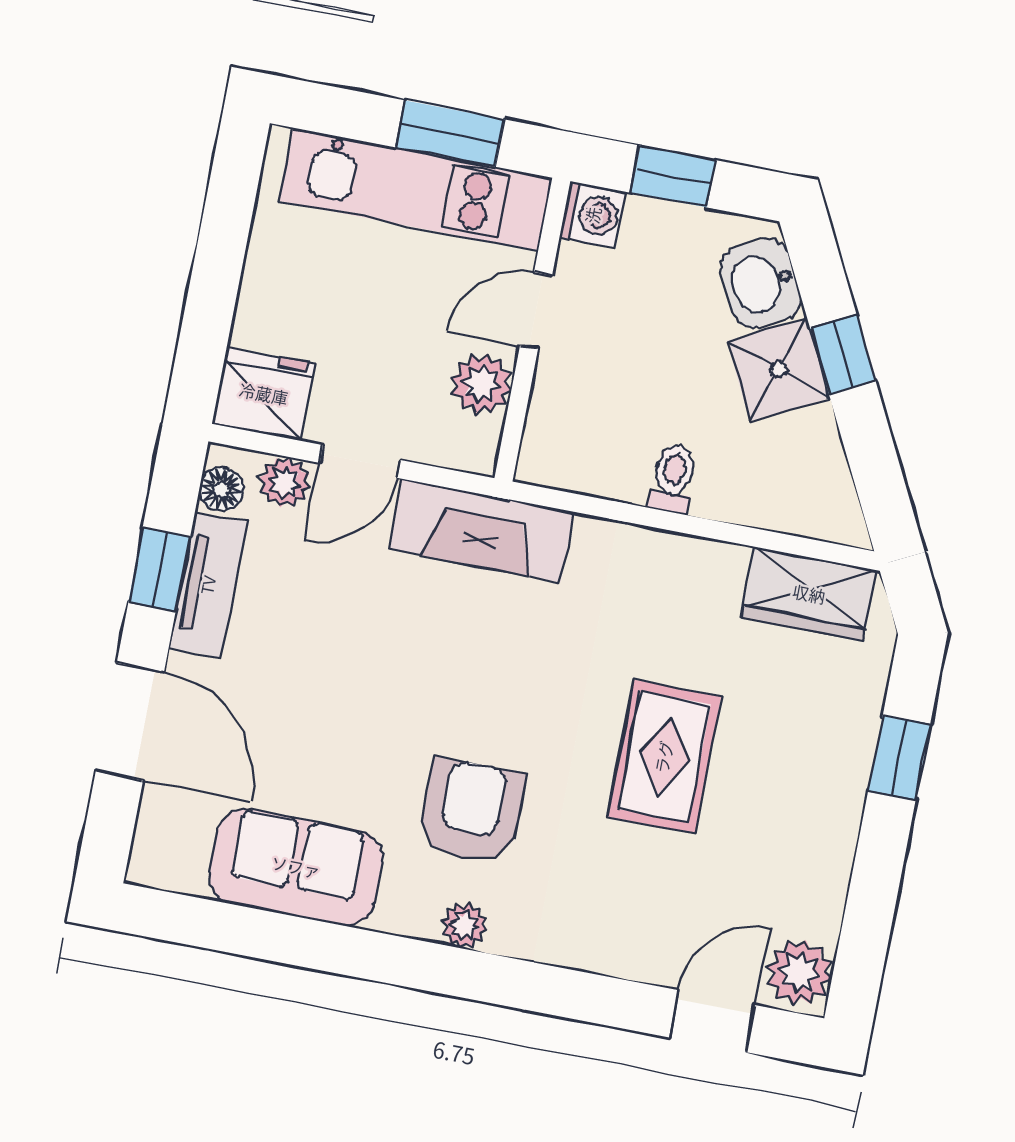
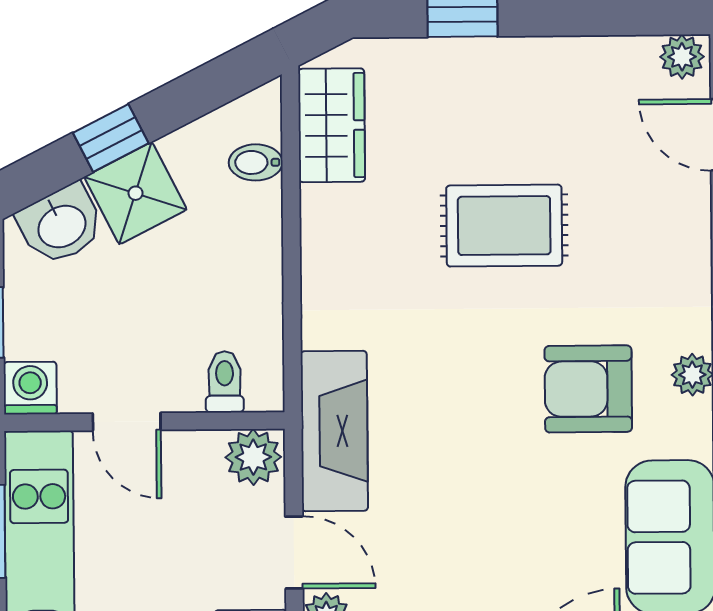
plant: (481, 384) -> (253, 457), moved
toilet: (673, 478) -> (225, 382), moved, turned 90
bidet: (785, 504) -> (256, 162), added
plant: (799, 973) -> (682, 57), width x0.73, depth x0.73

